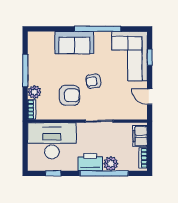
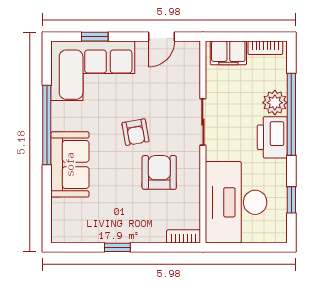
window: (25, 71) -> (117, 247), width x0.46
plant: (34, 92) -> (154, 232), removed

